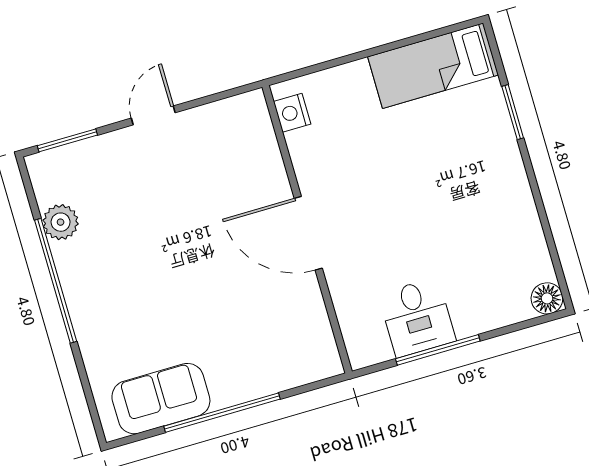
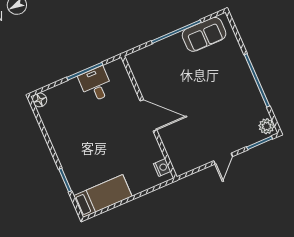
plant: (61, 222) -> (267, 126), moved

